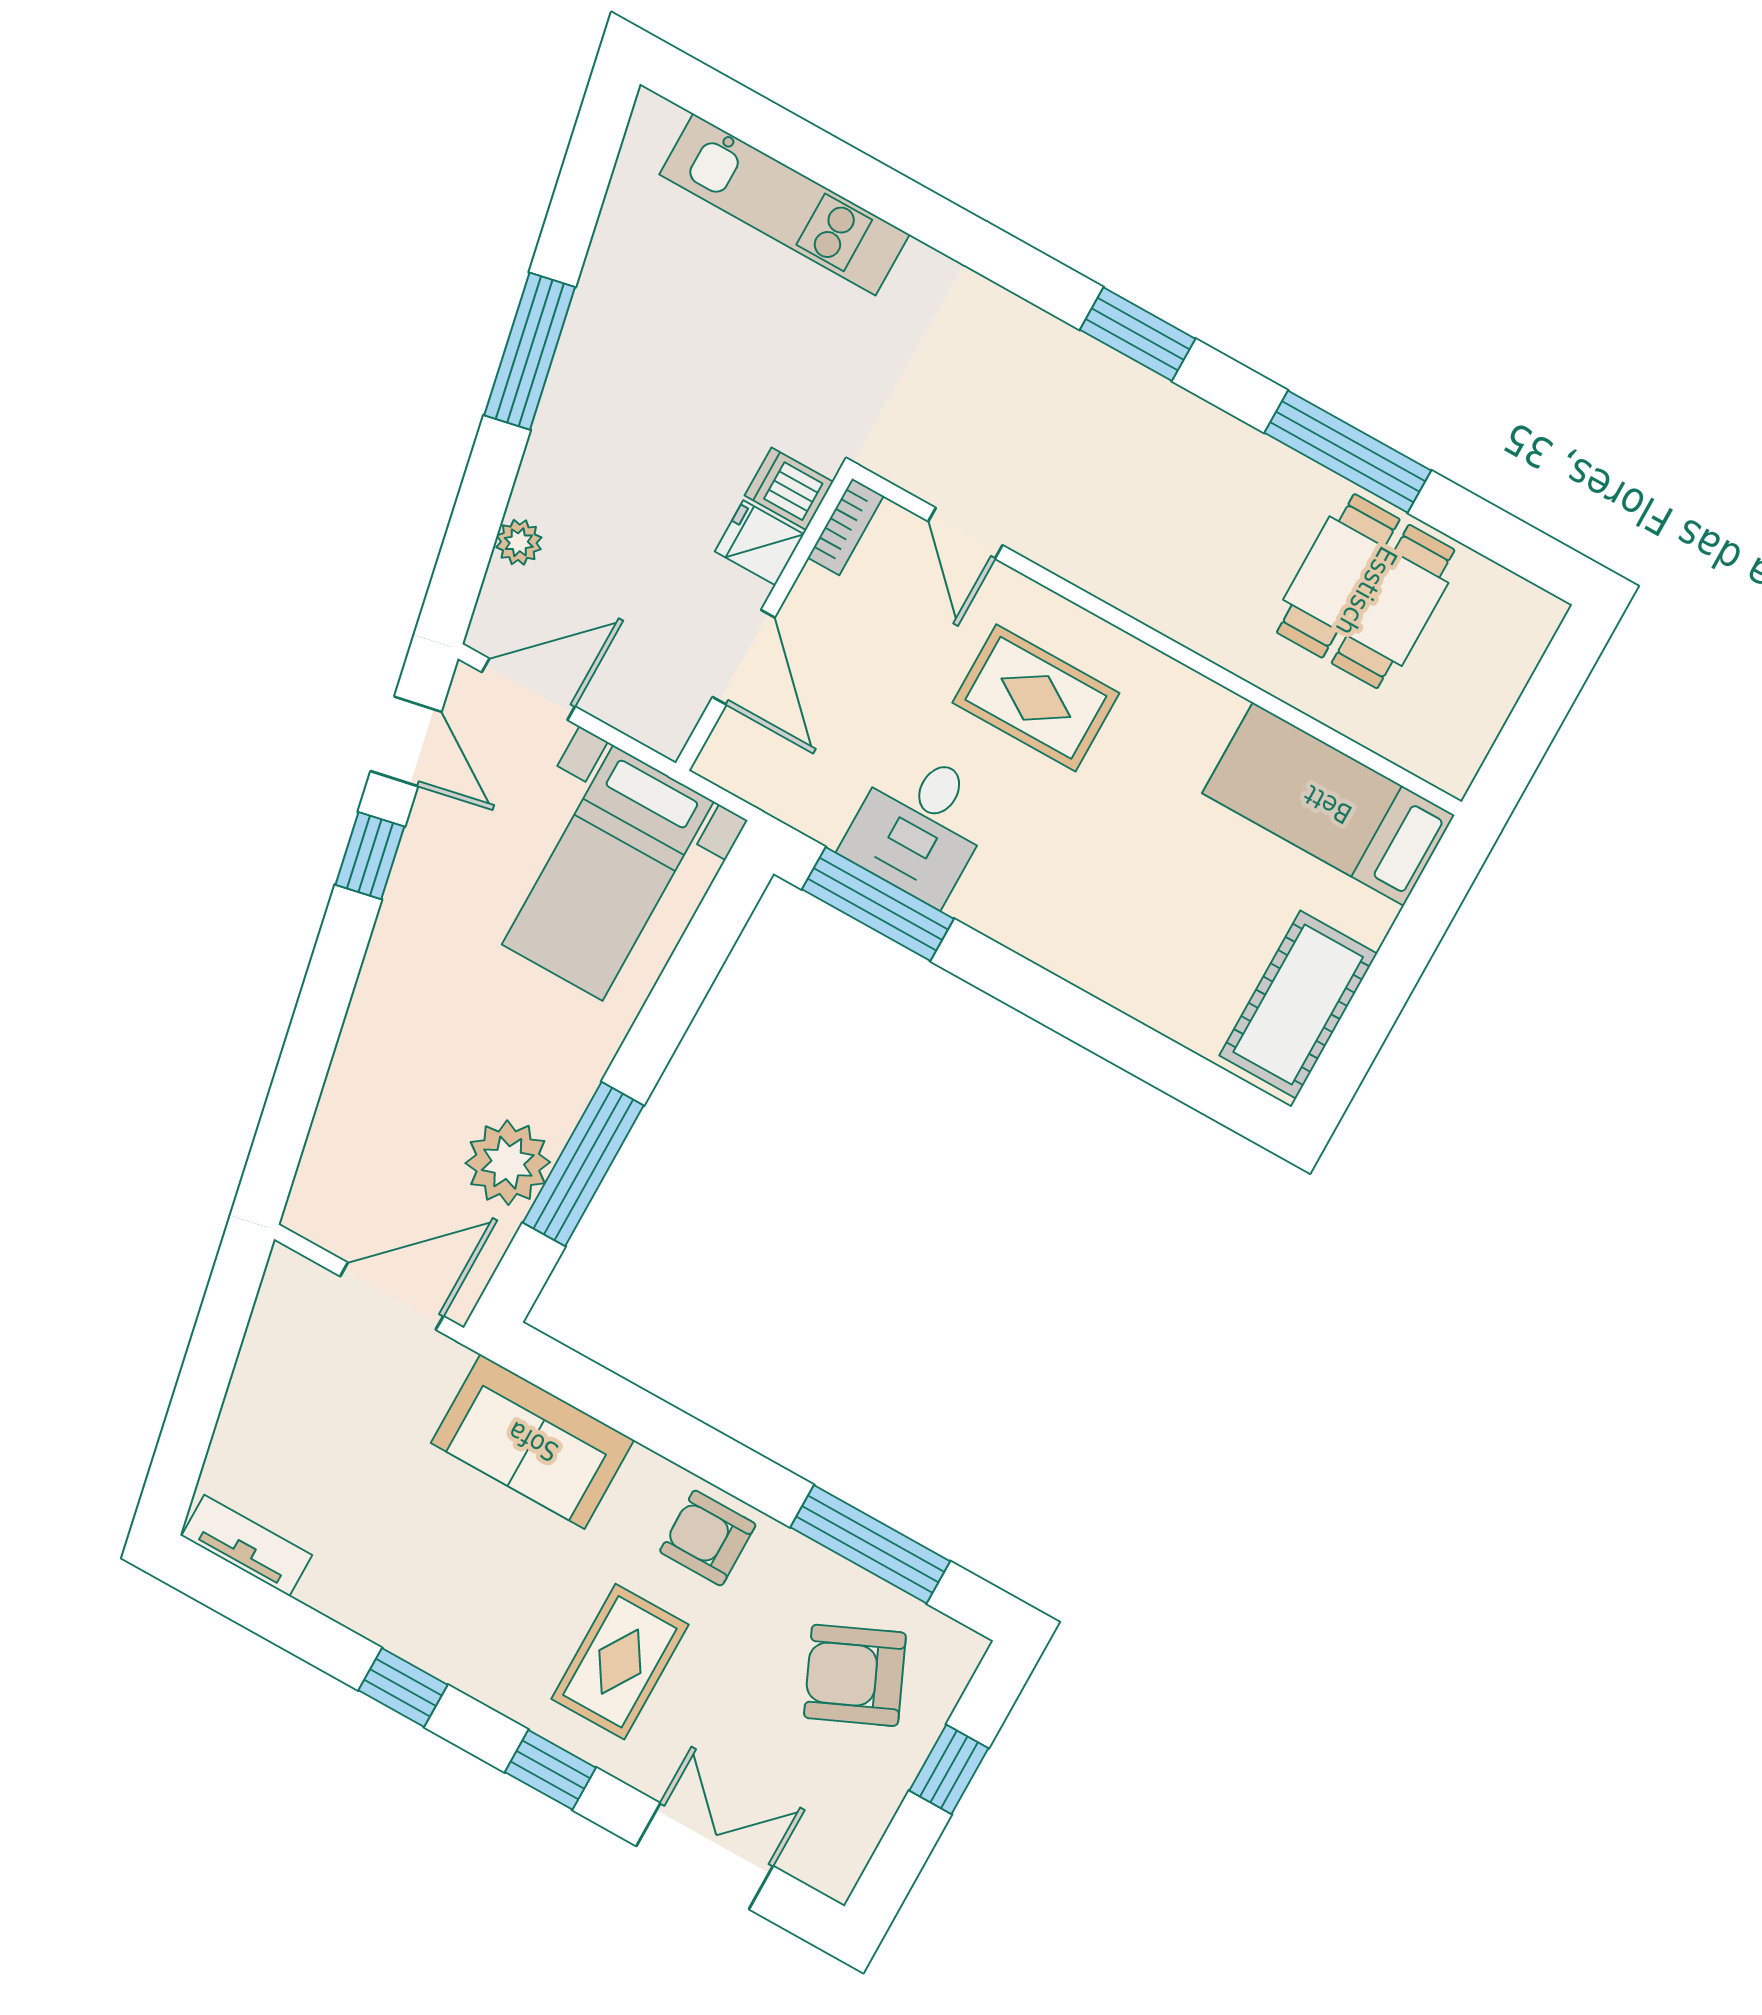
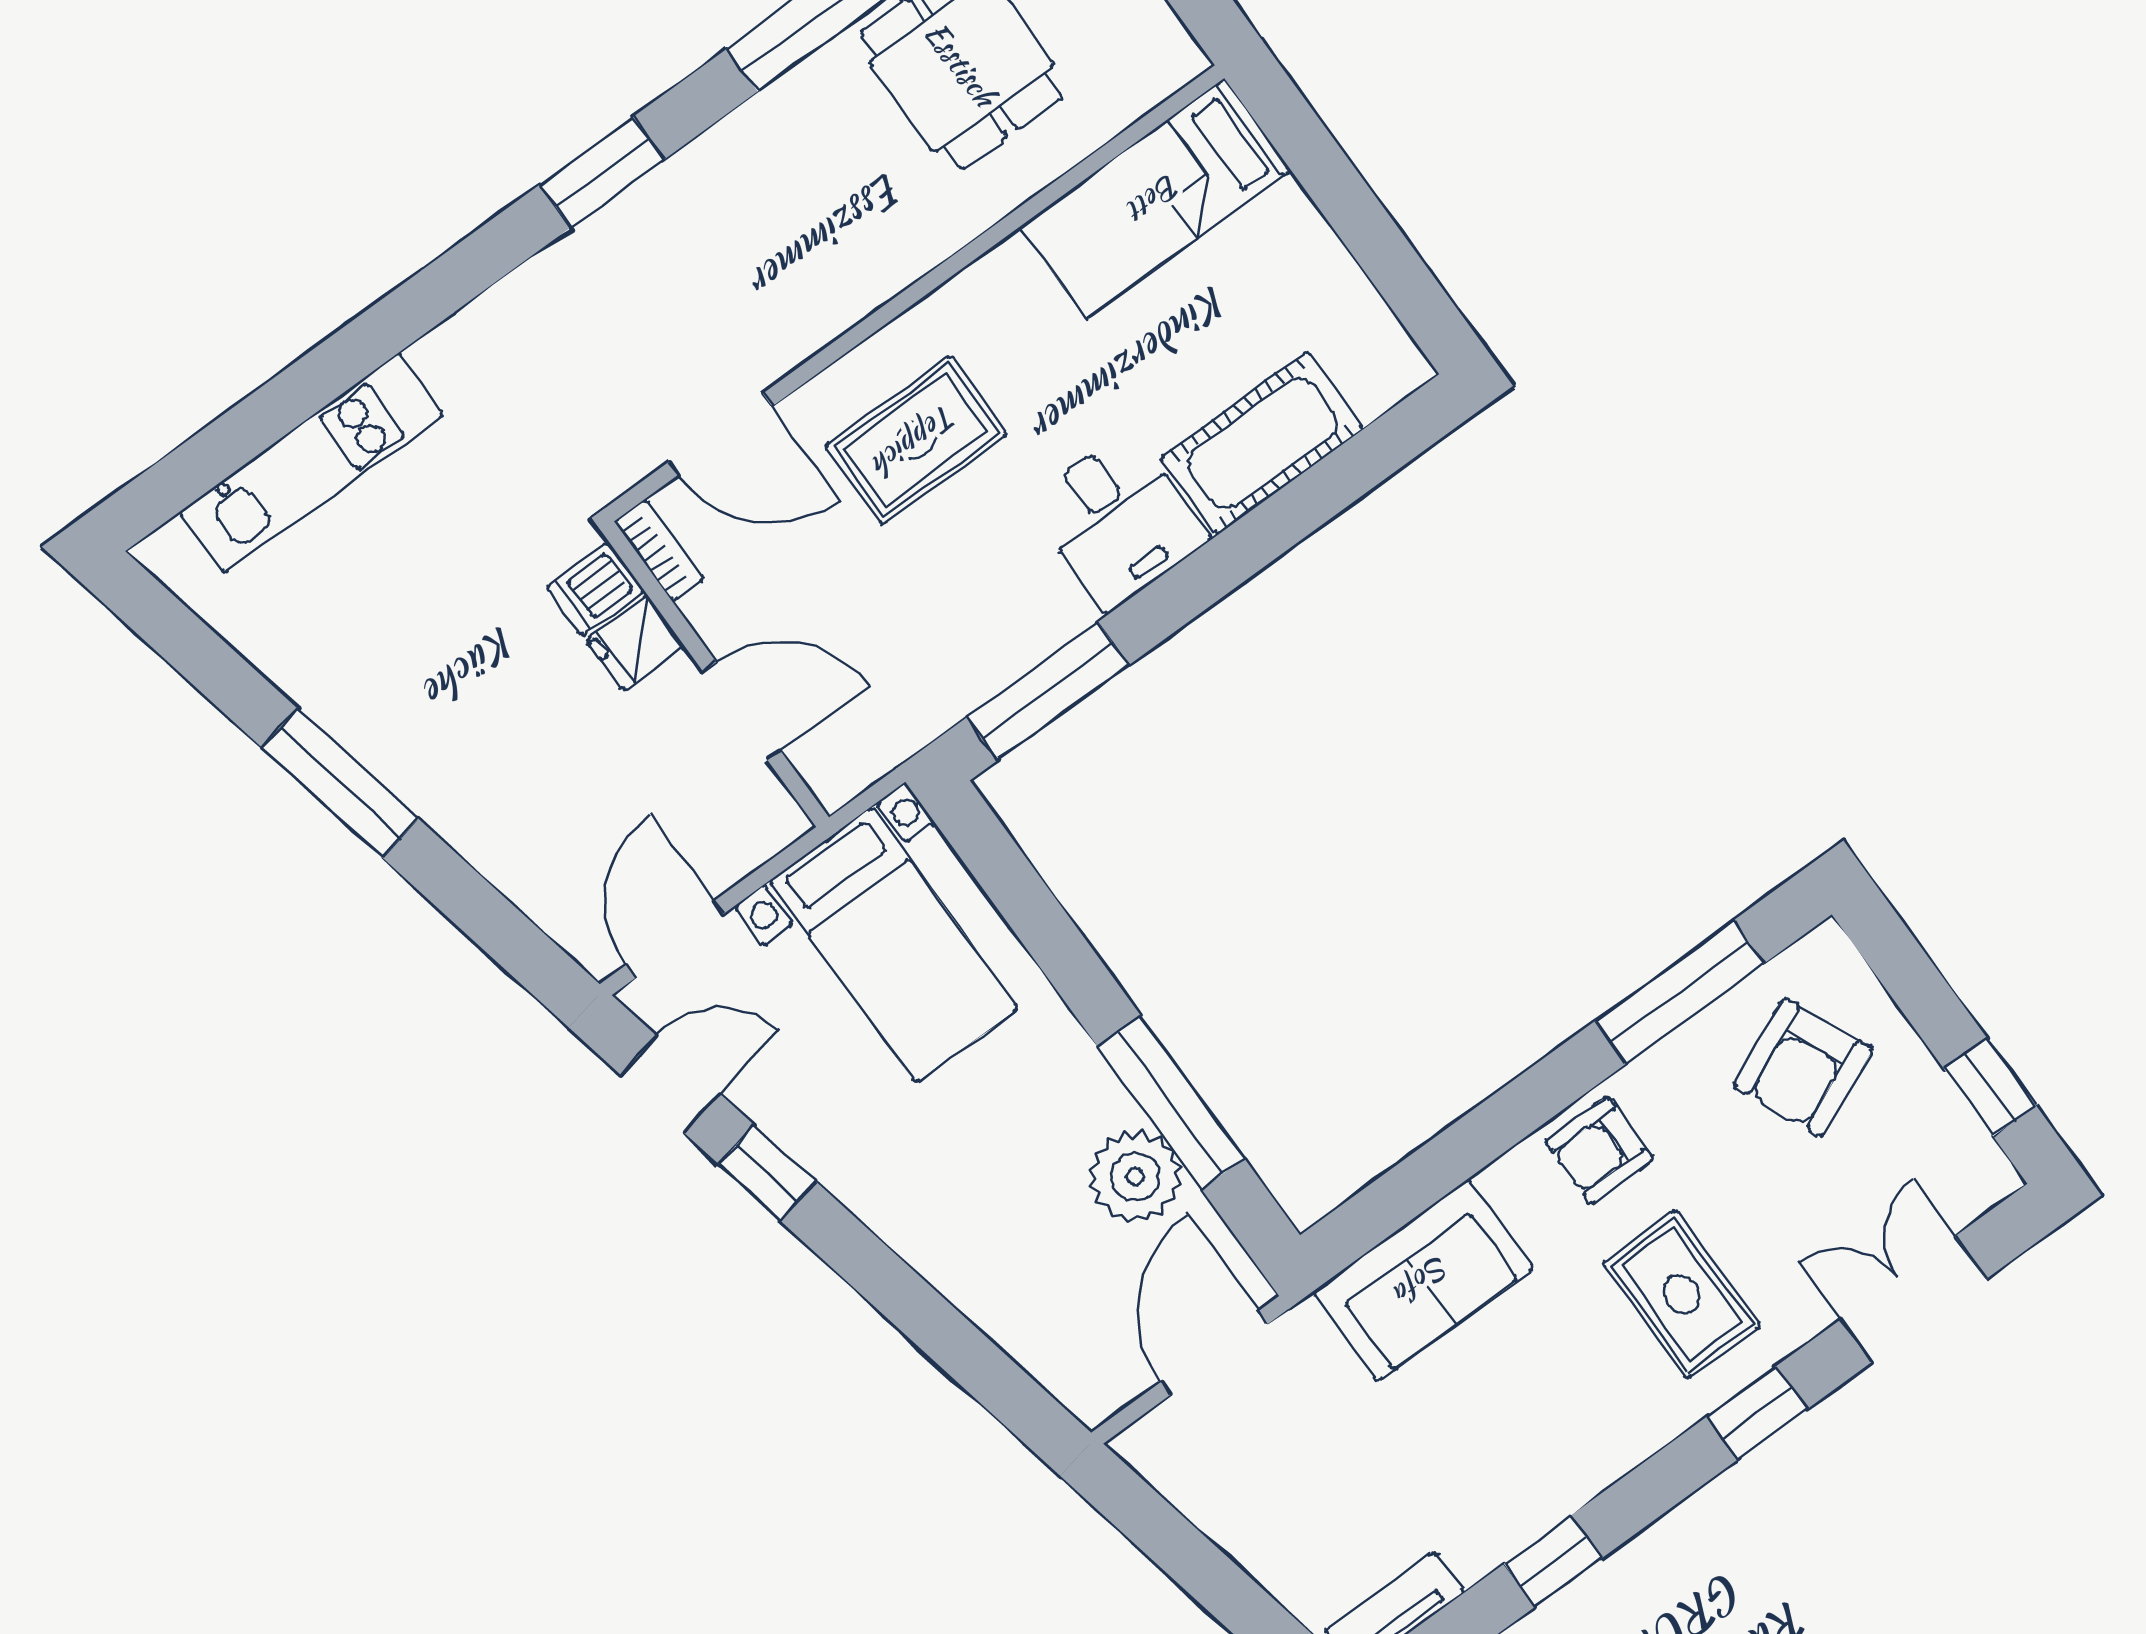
door: (965, 533) -> (720, 434), width x1.38
plant: (519, 542) -> (525, 881), removed
desk: (920, 825) -> (1118, 520), moved
cot: (1298, 1004) -> (1262, 443), moved, turned 90
window: (403, 1687) -> (1553, 1561), moved
window: (949, 1769) -> (1990, 1087), moved

